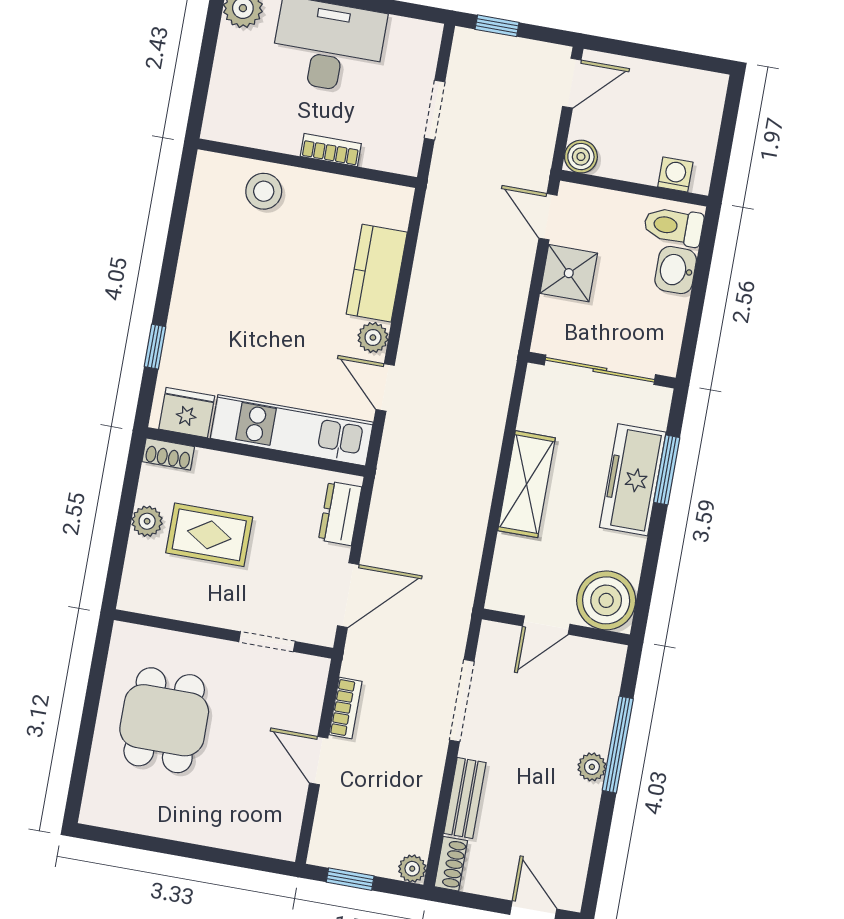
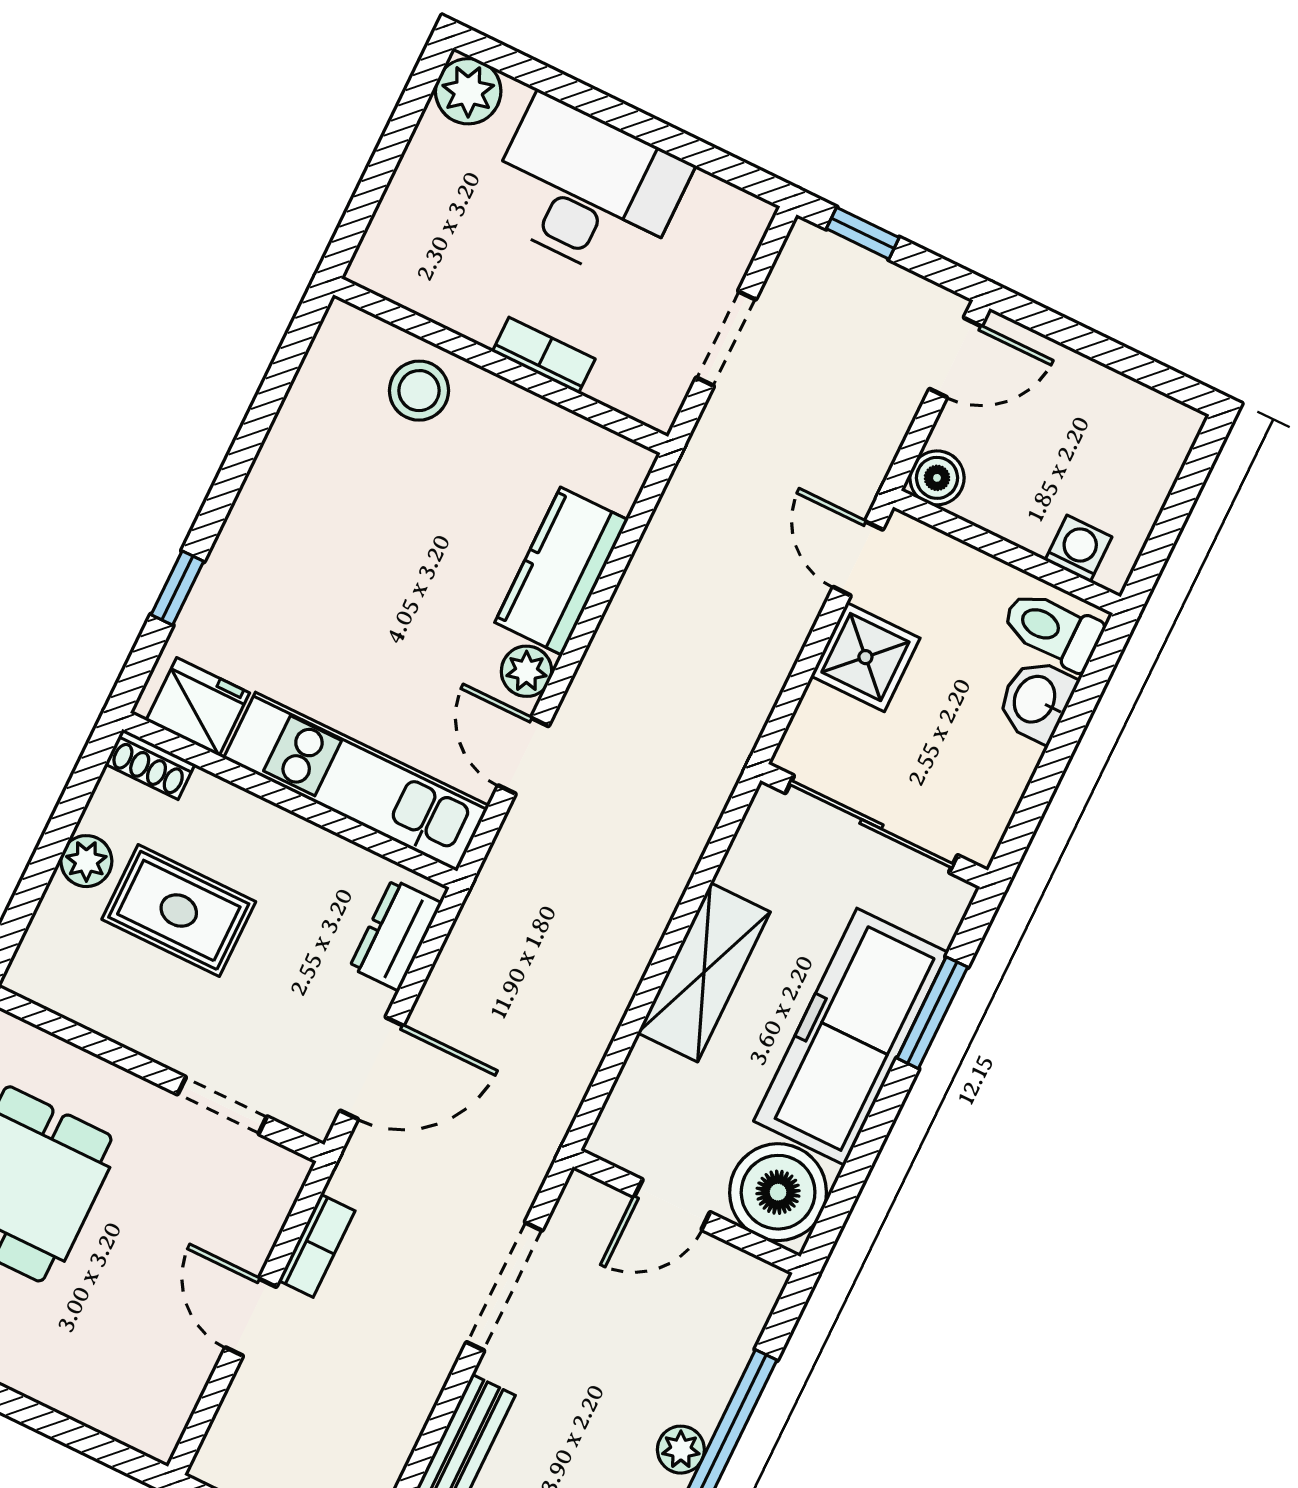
freezer: (633, 480) -> (851, 1037), width x1.36, depth x1.26

